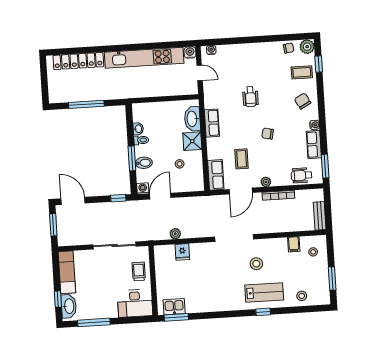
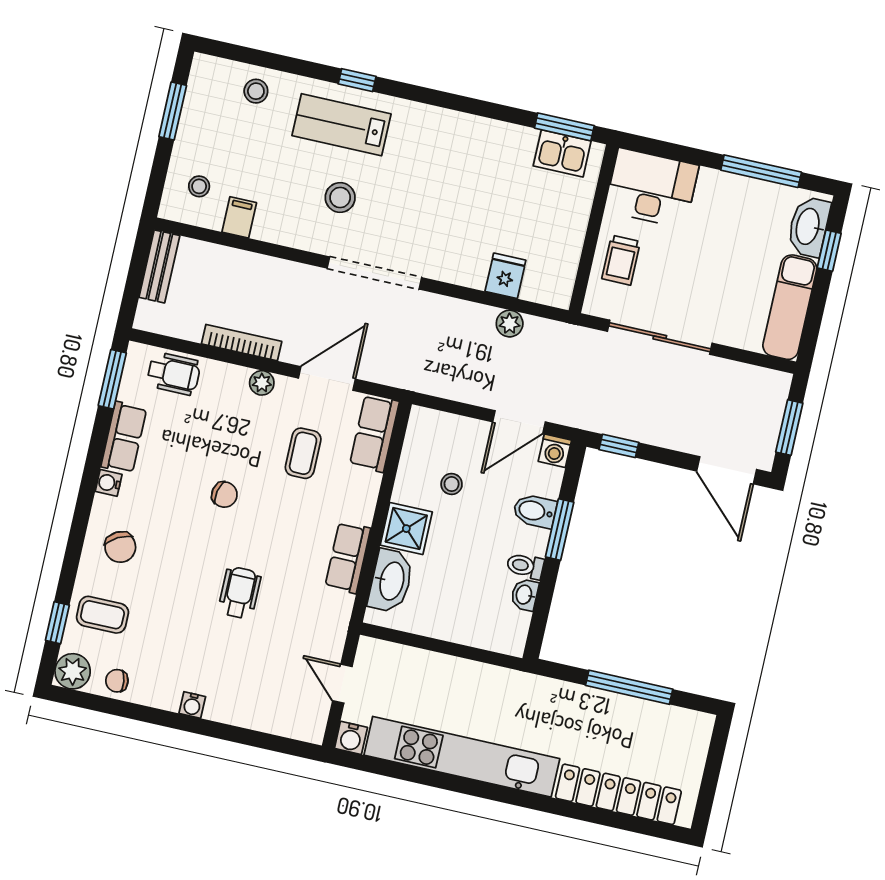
water cooler: (211, 50) -> (192, 705), moved

